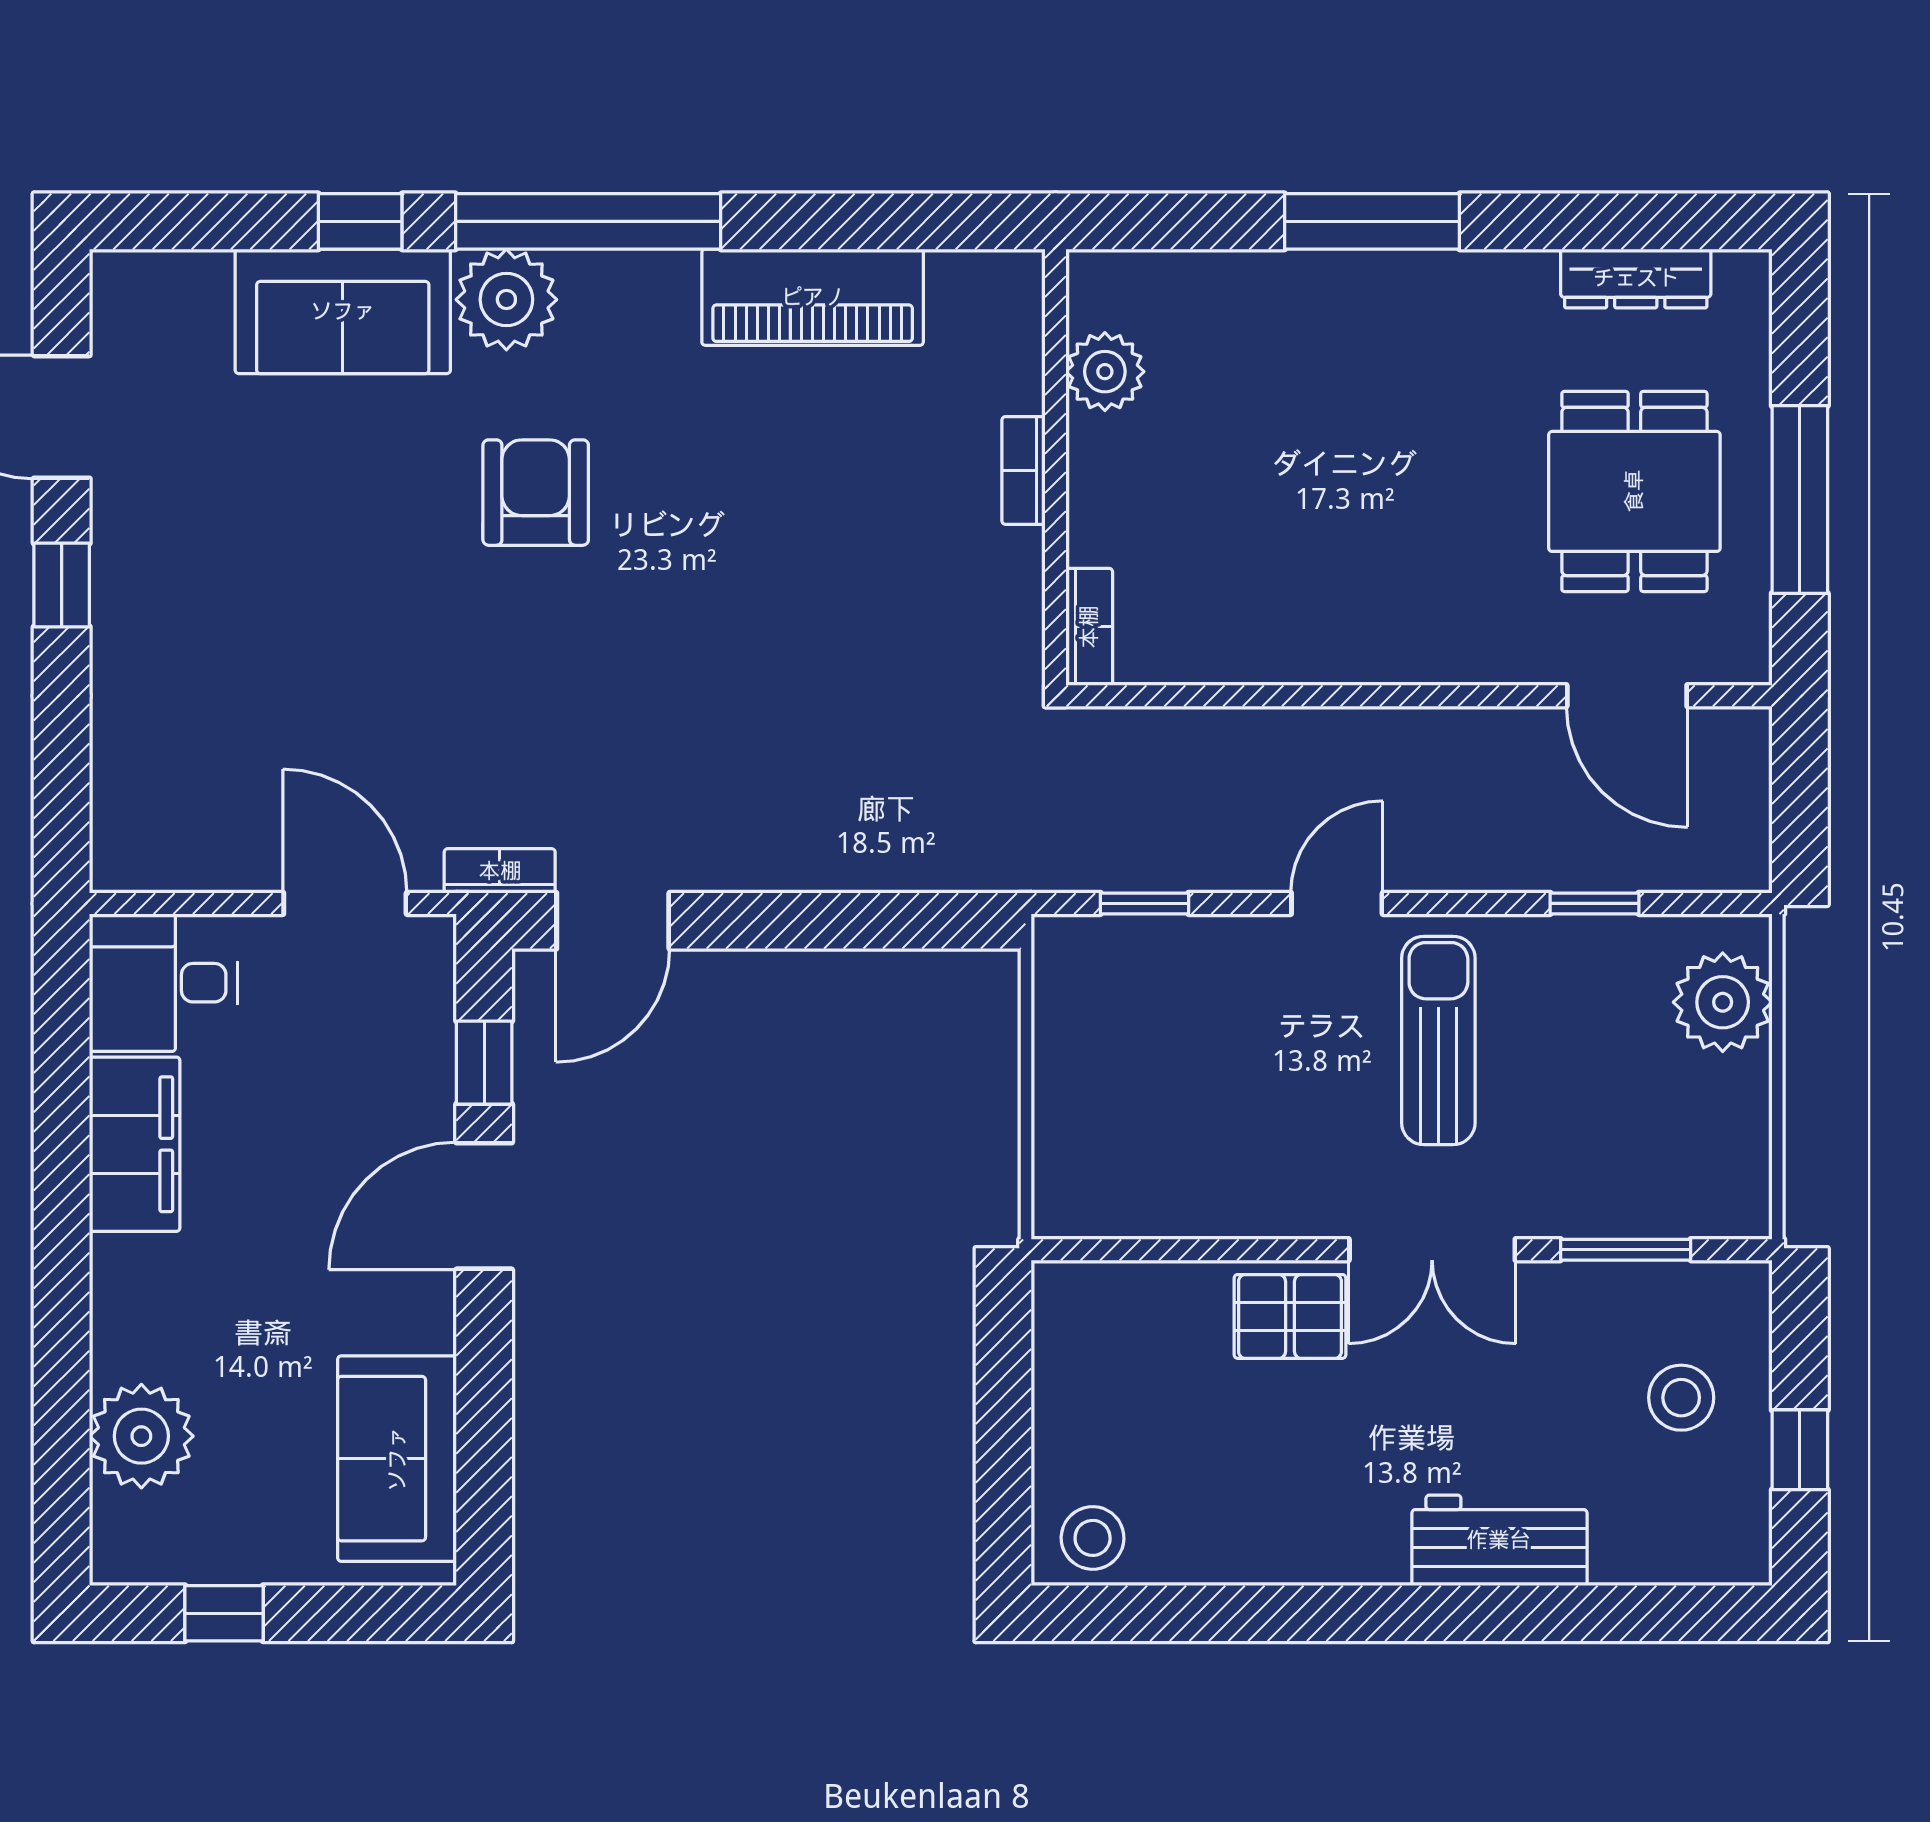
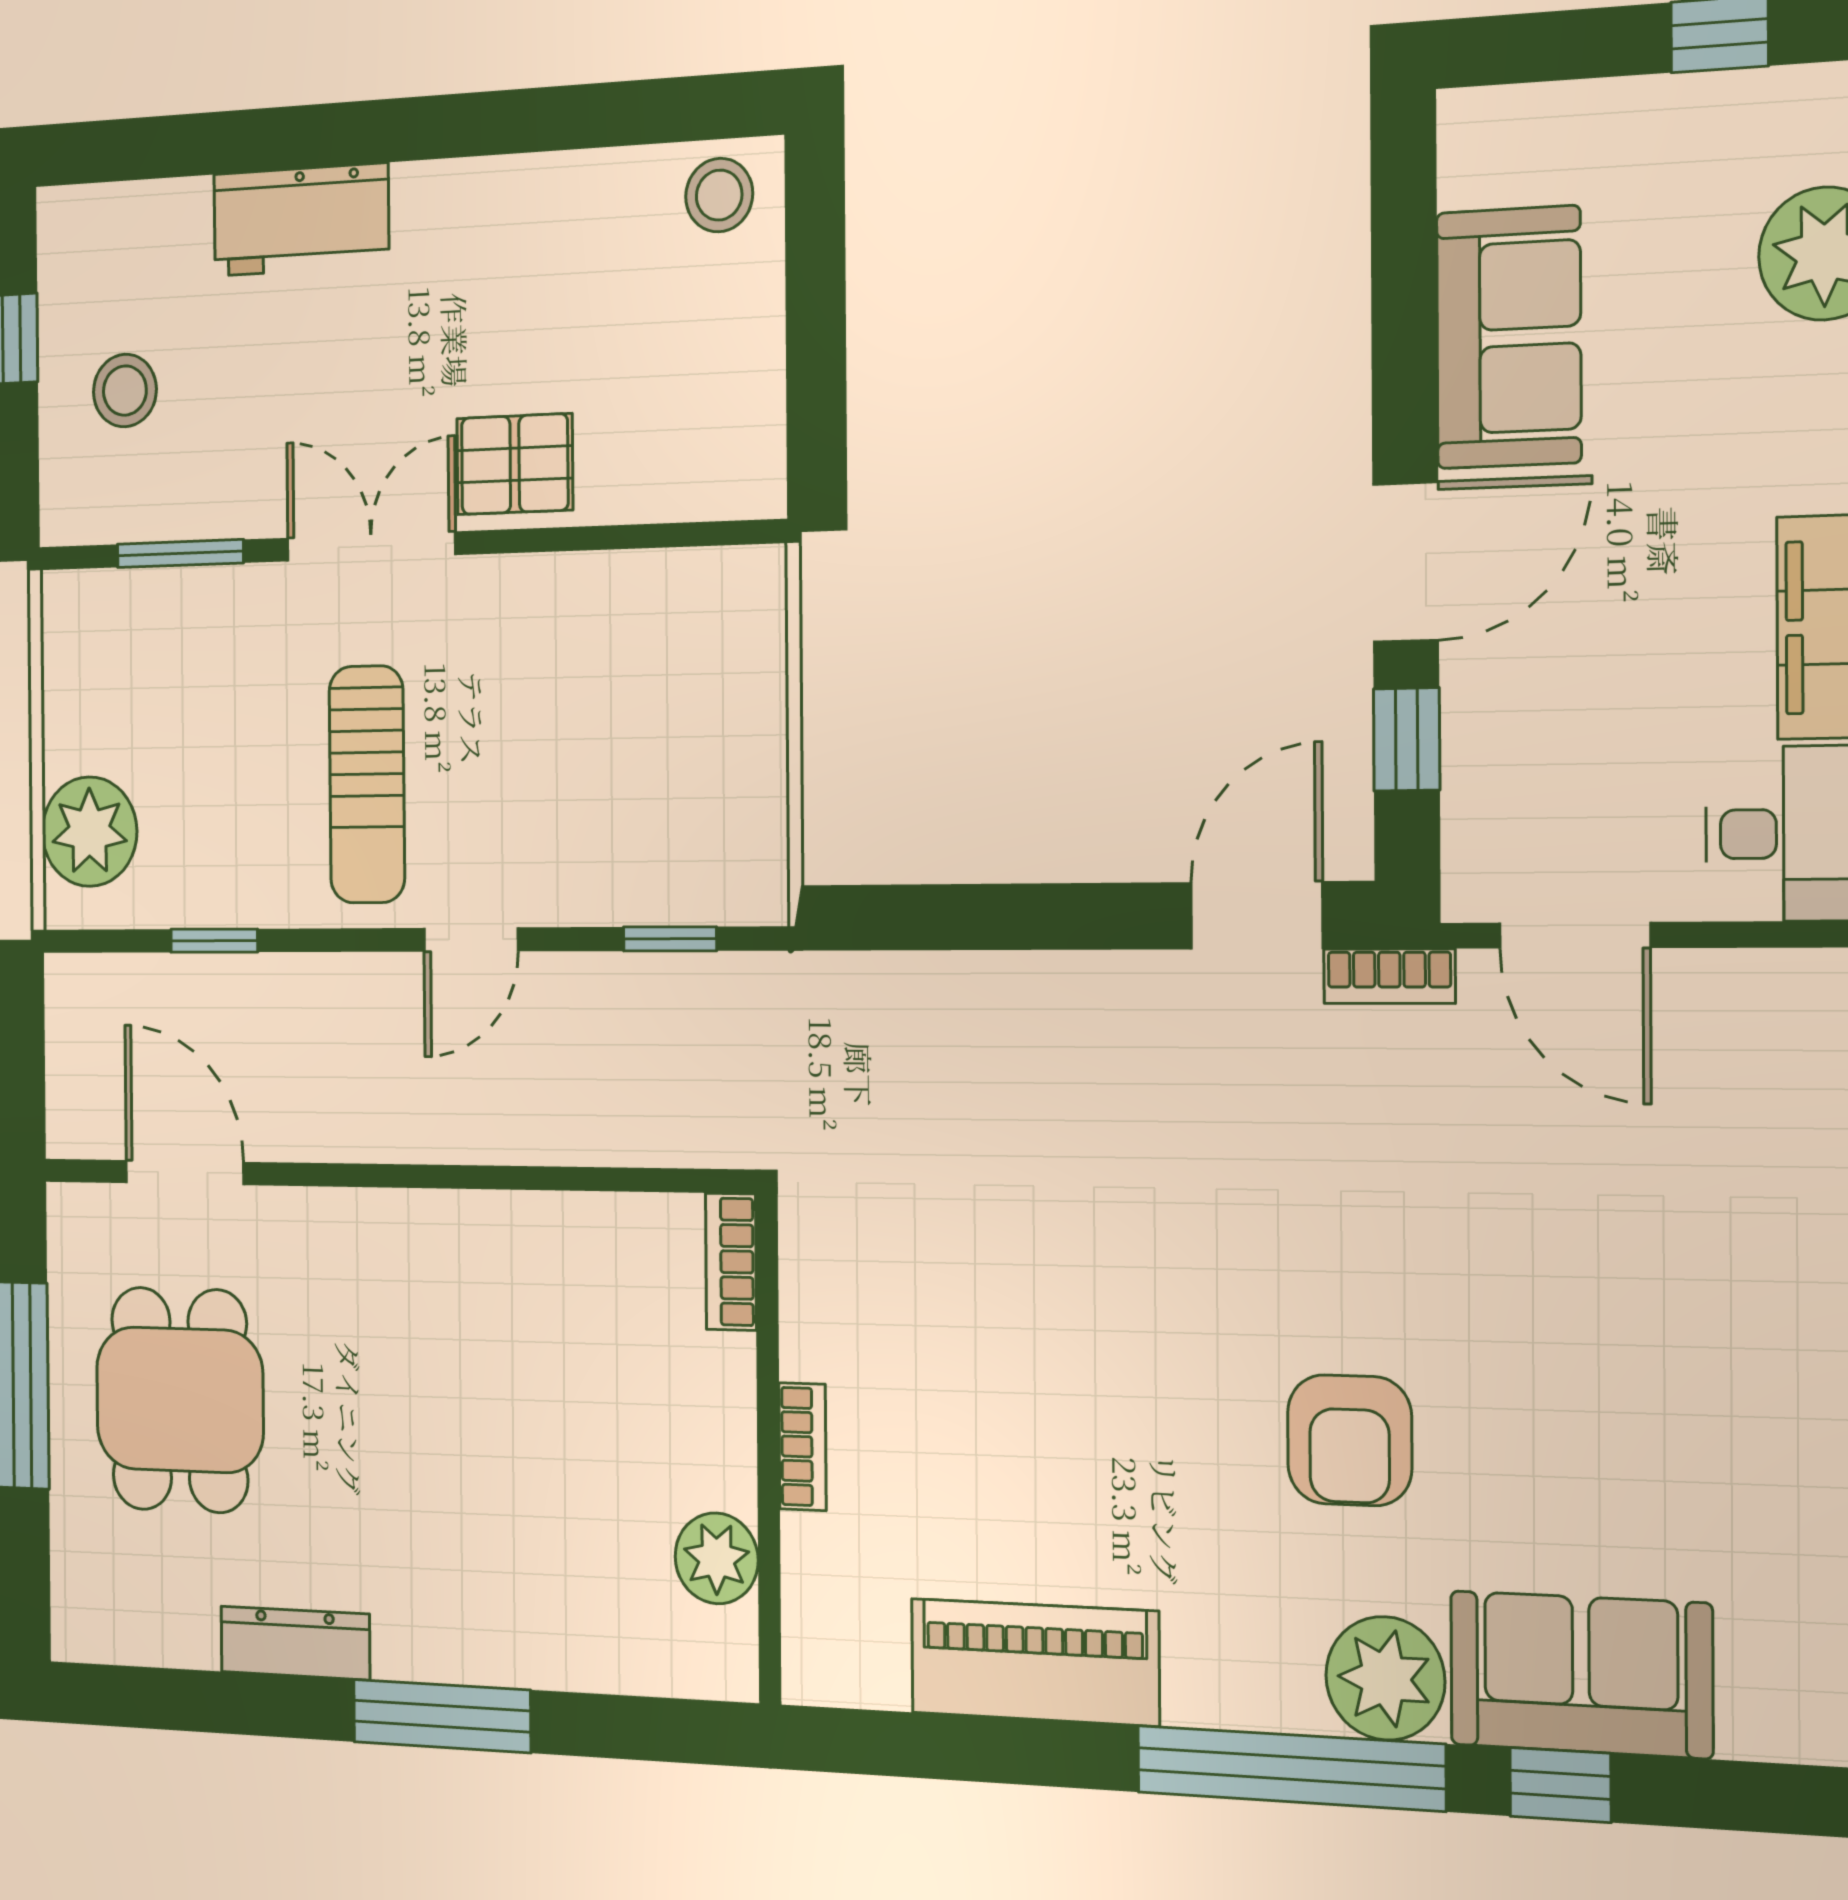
dresser: (1636, 278) -> (295, 1643), moved
sofa: (397, 1459) -> (1509, 338), moved

